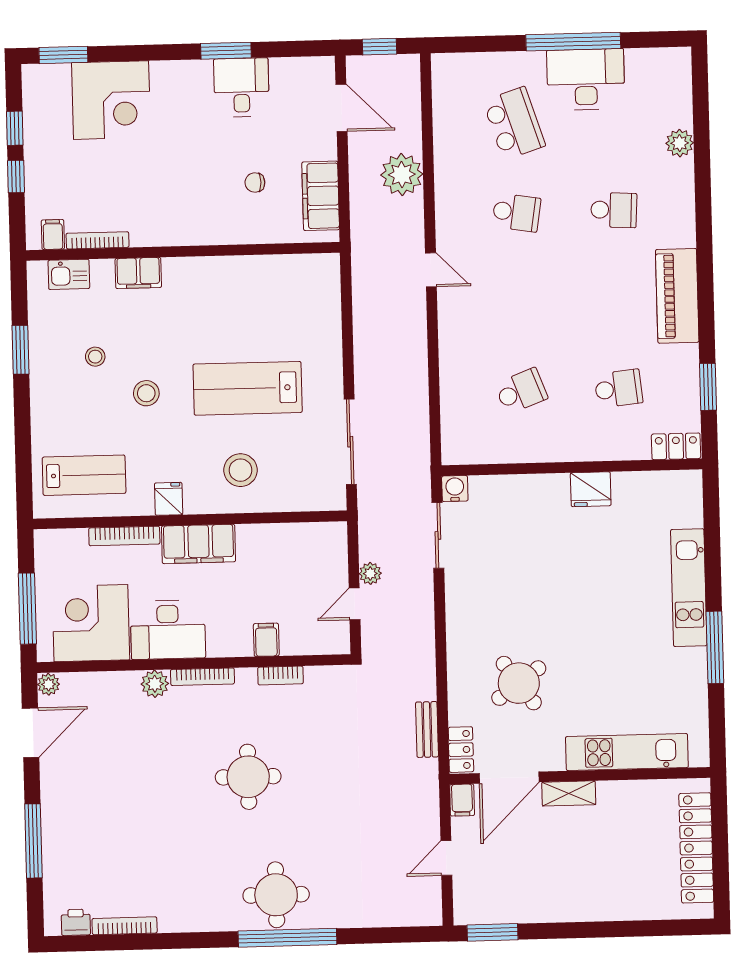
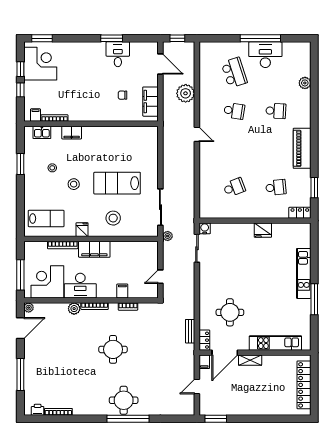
corner desk: (111, 100) -> (40, 64), moved, turned -90
plant: (370, 573) -> (168, 236), moved
round table: (519, 683) -> (230, 312), turned 36

